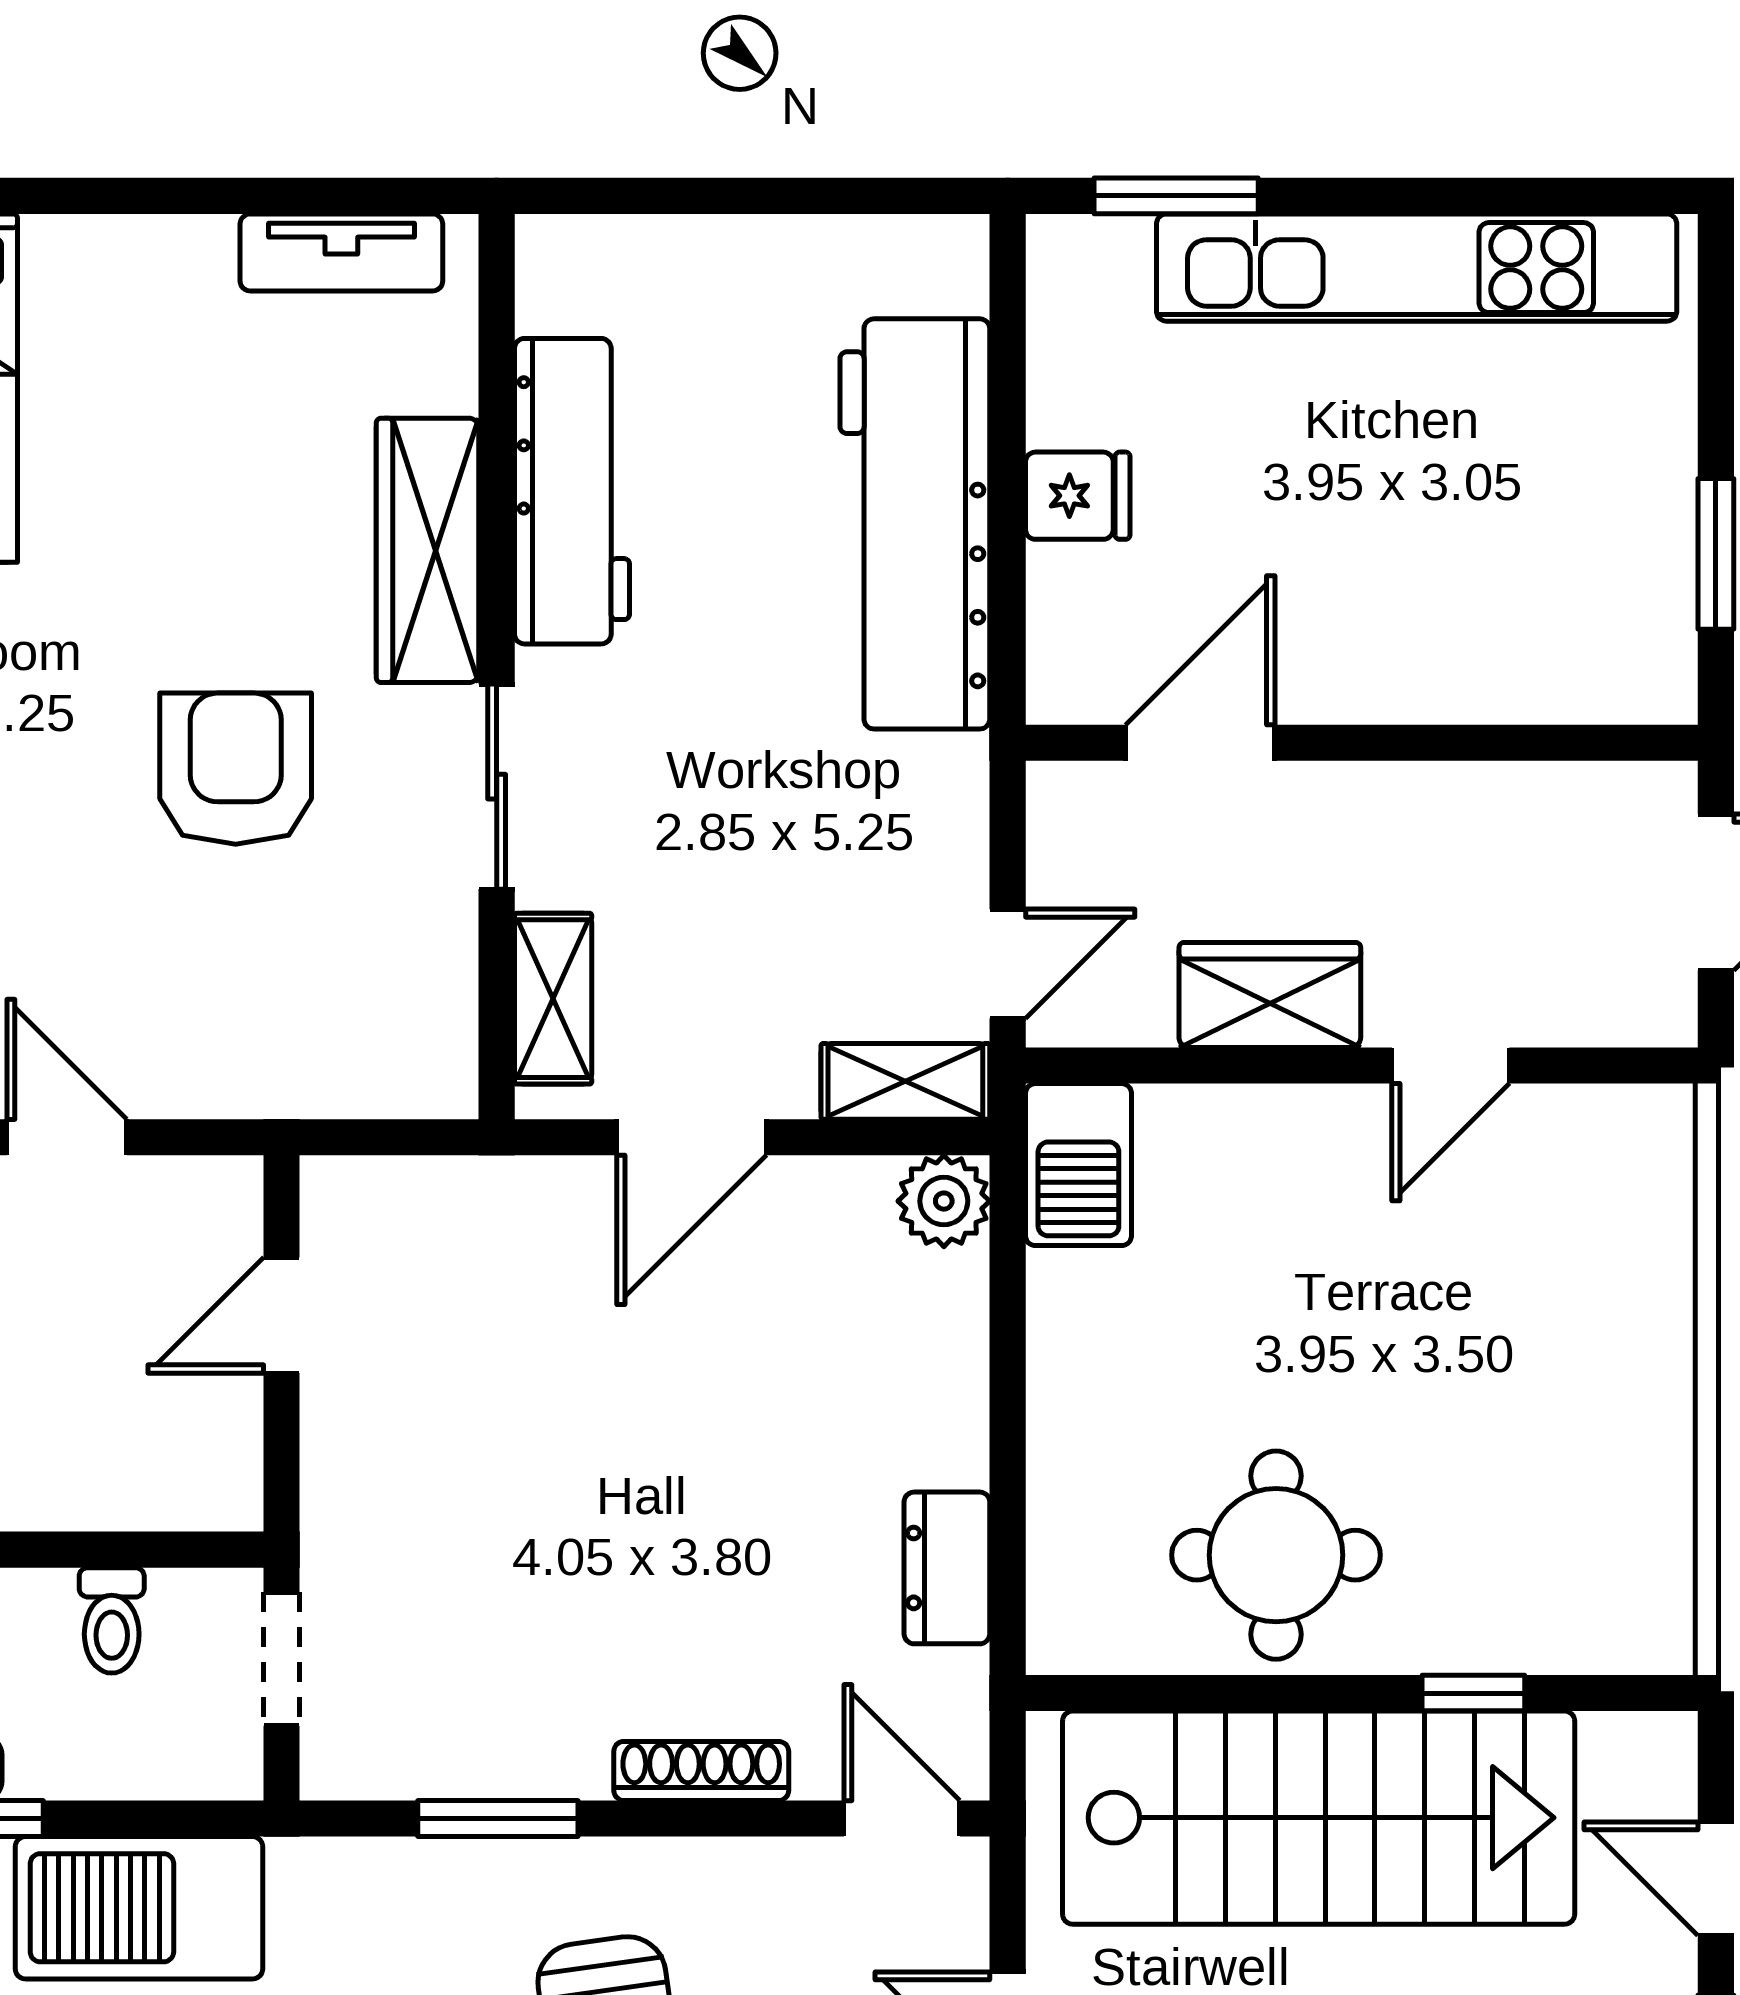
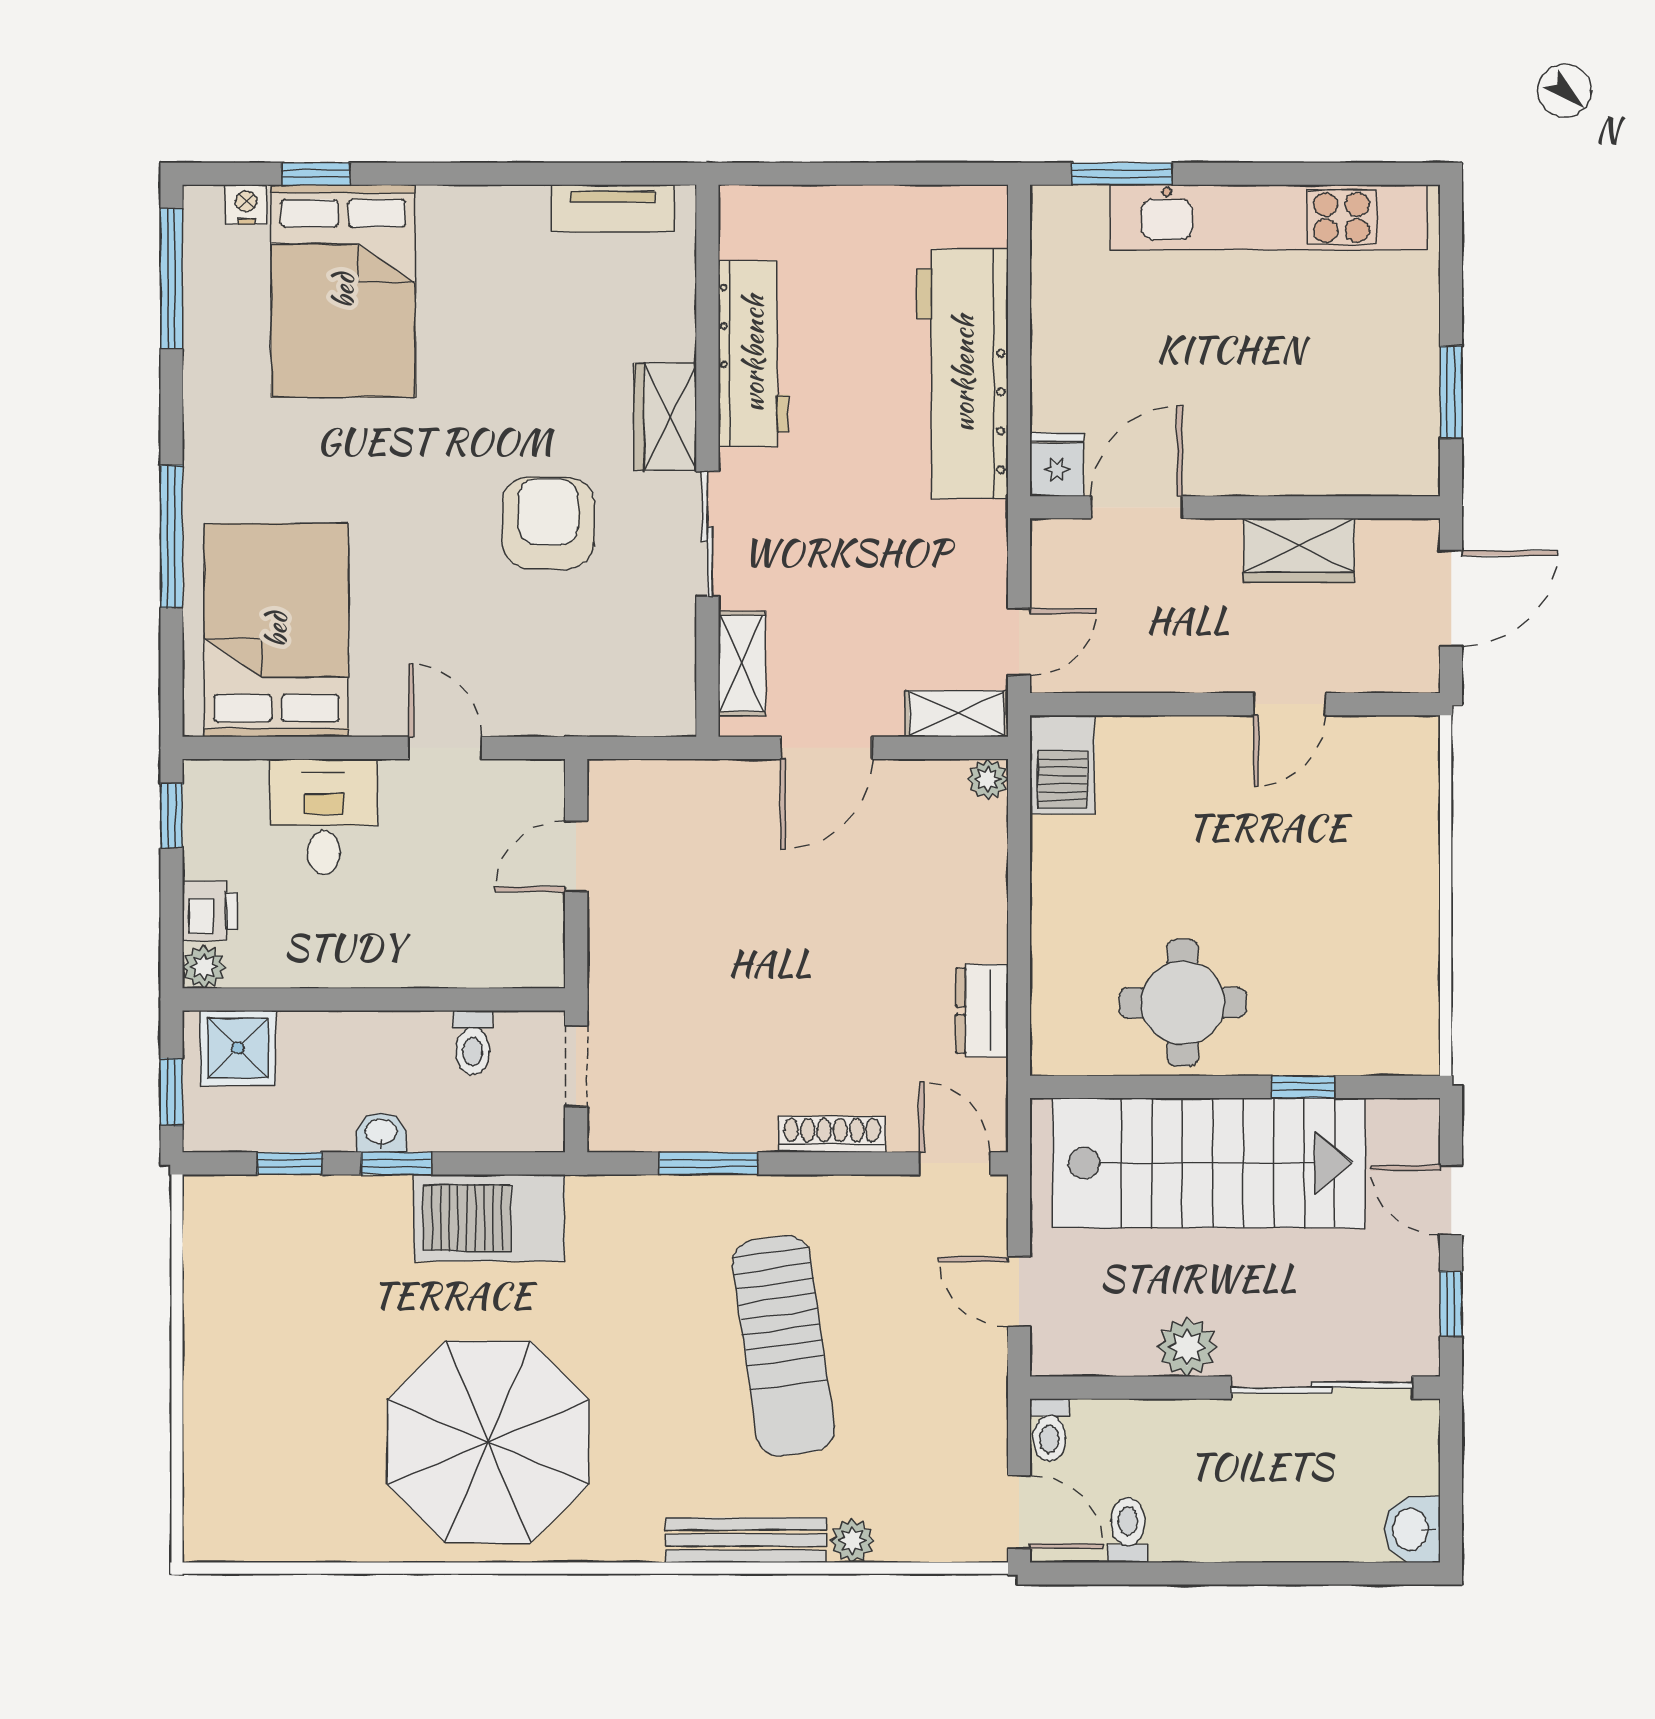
fridge: (1078, 496) -> (1057, 465), moved, turned -90
wardrobe: (428, 550) -> (665, 417), width x0.67
wardrobe: (1270, 995) -> (1299, 550), moved, turned 180
plant: (944, 1201) -> (988, 779), width x0.73, depth x0.73

